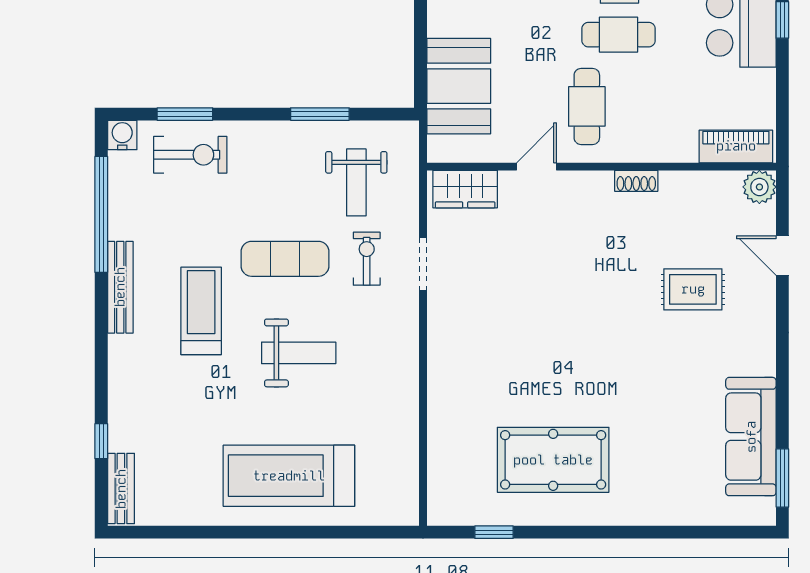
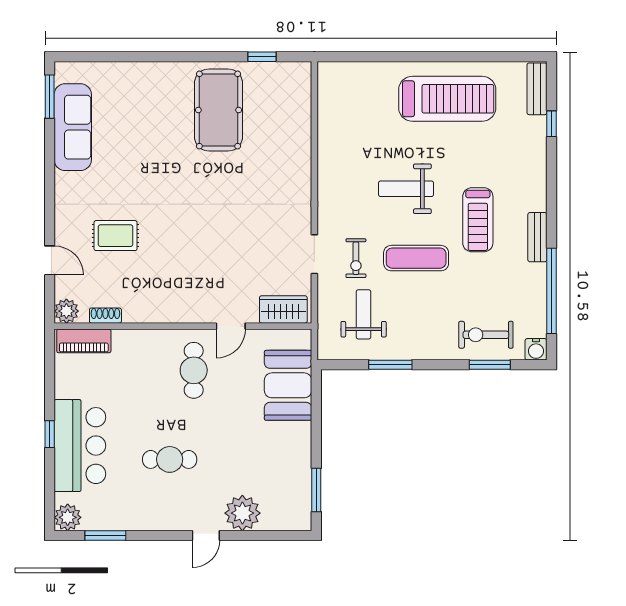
cafe table: (619, 35) -> (170, 423), removed
shoe rack: (636, 181) -> (105, 316), moved
bench: (120, 287) -> (537, 237), width x0.73
pool table: (553, 460) -> (218, 110), turned 90
treadmill: (289, 476) -> (447, 99), moved

